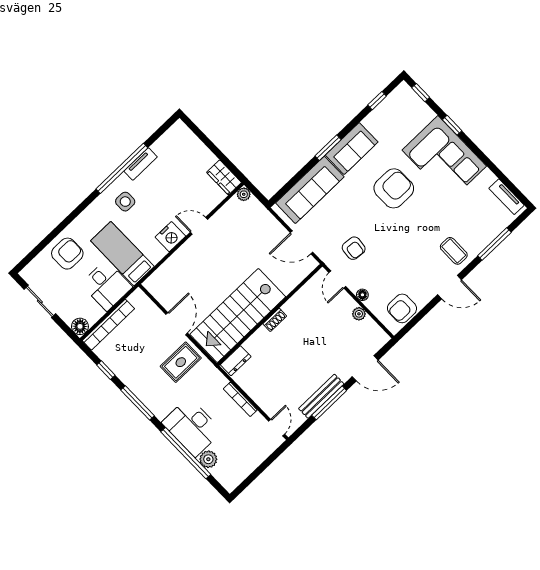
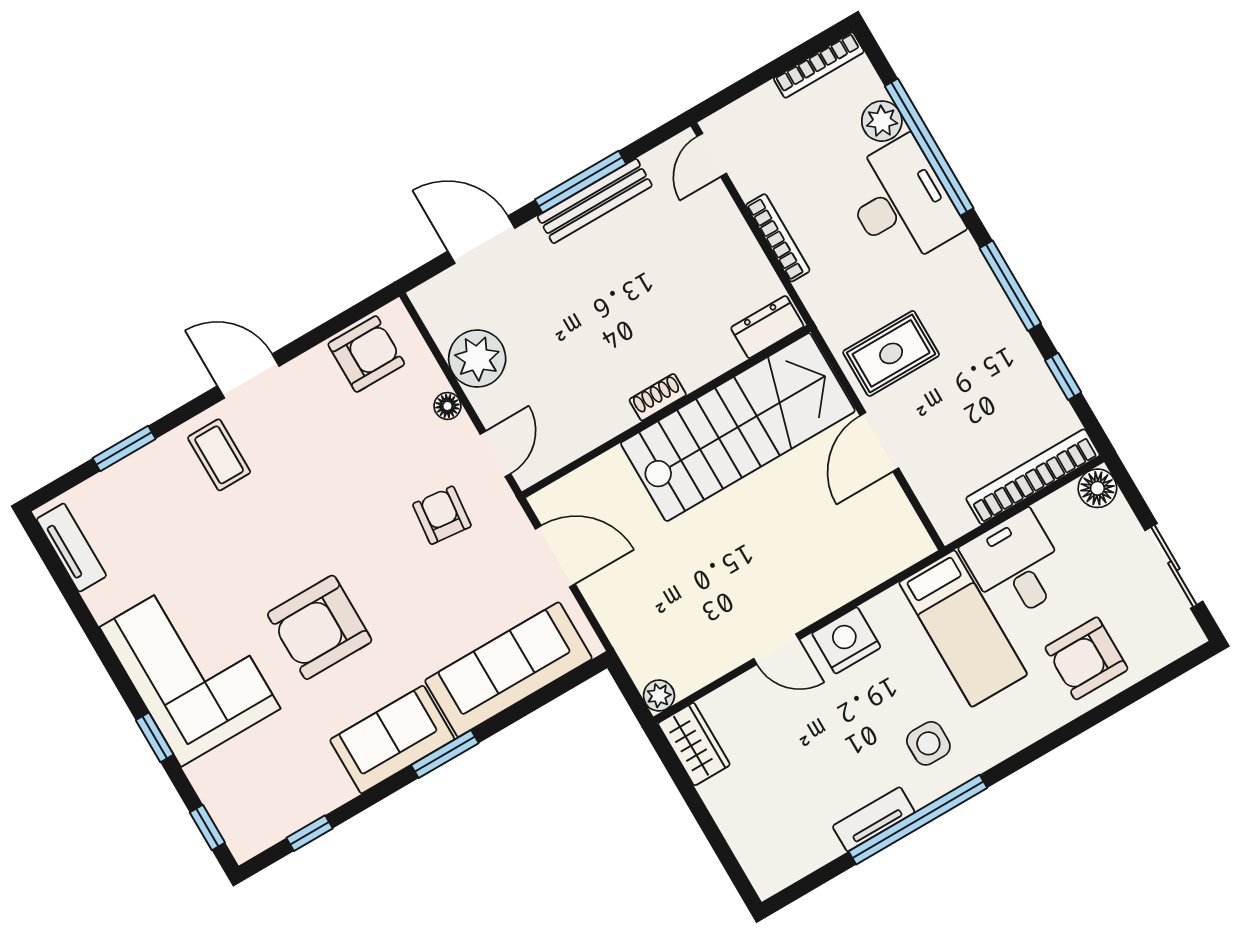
window: (494, 244) -> (124, 448), width x0.69
plant: (359, 314) -> (477, 358), width x1.87, depth x1.87
bookcase: (241, 476) -> (819, 65), added

